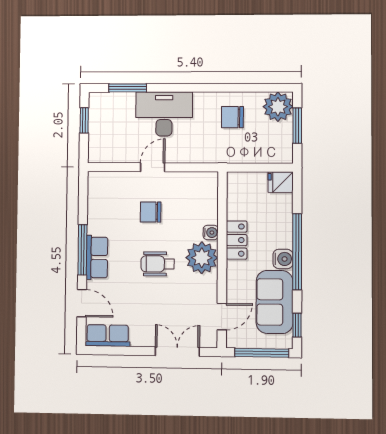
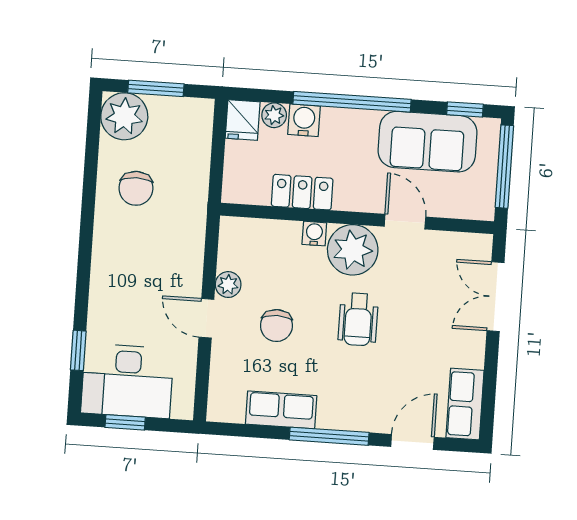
window: (128, 88) -> (78, 350), width x0.67
desk: (164, 114) -> (127, 381), moved, turned -90
plant: (175, 180) -> (228, 285), added
plant: (285, 202) -> (274, 115), added
locker: (237, 240) -> (302, 192), moved
row of seats: (97, 257) -> (281, 410), moved
water cooler: (283, 259) -> (304, 120), moved
door: (222, 317) -> (405, 222), moved

